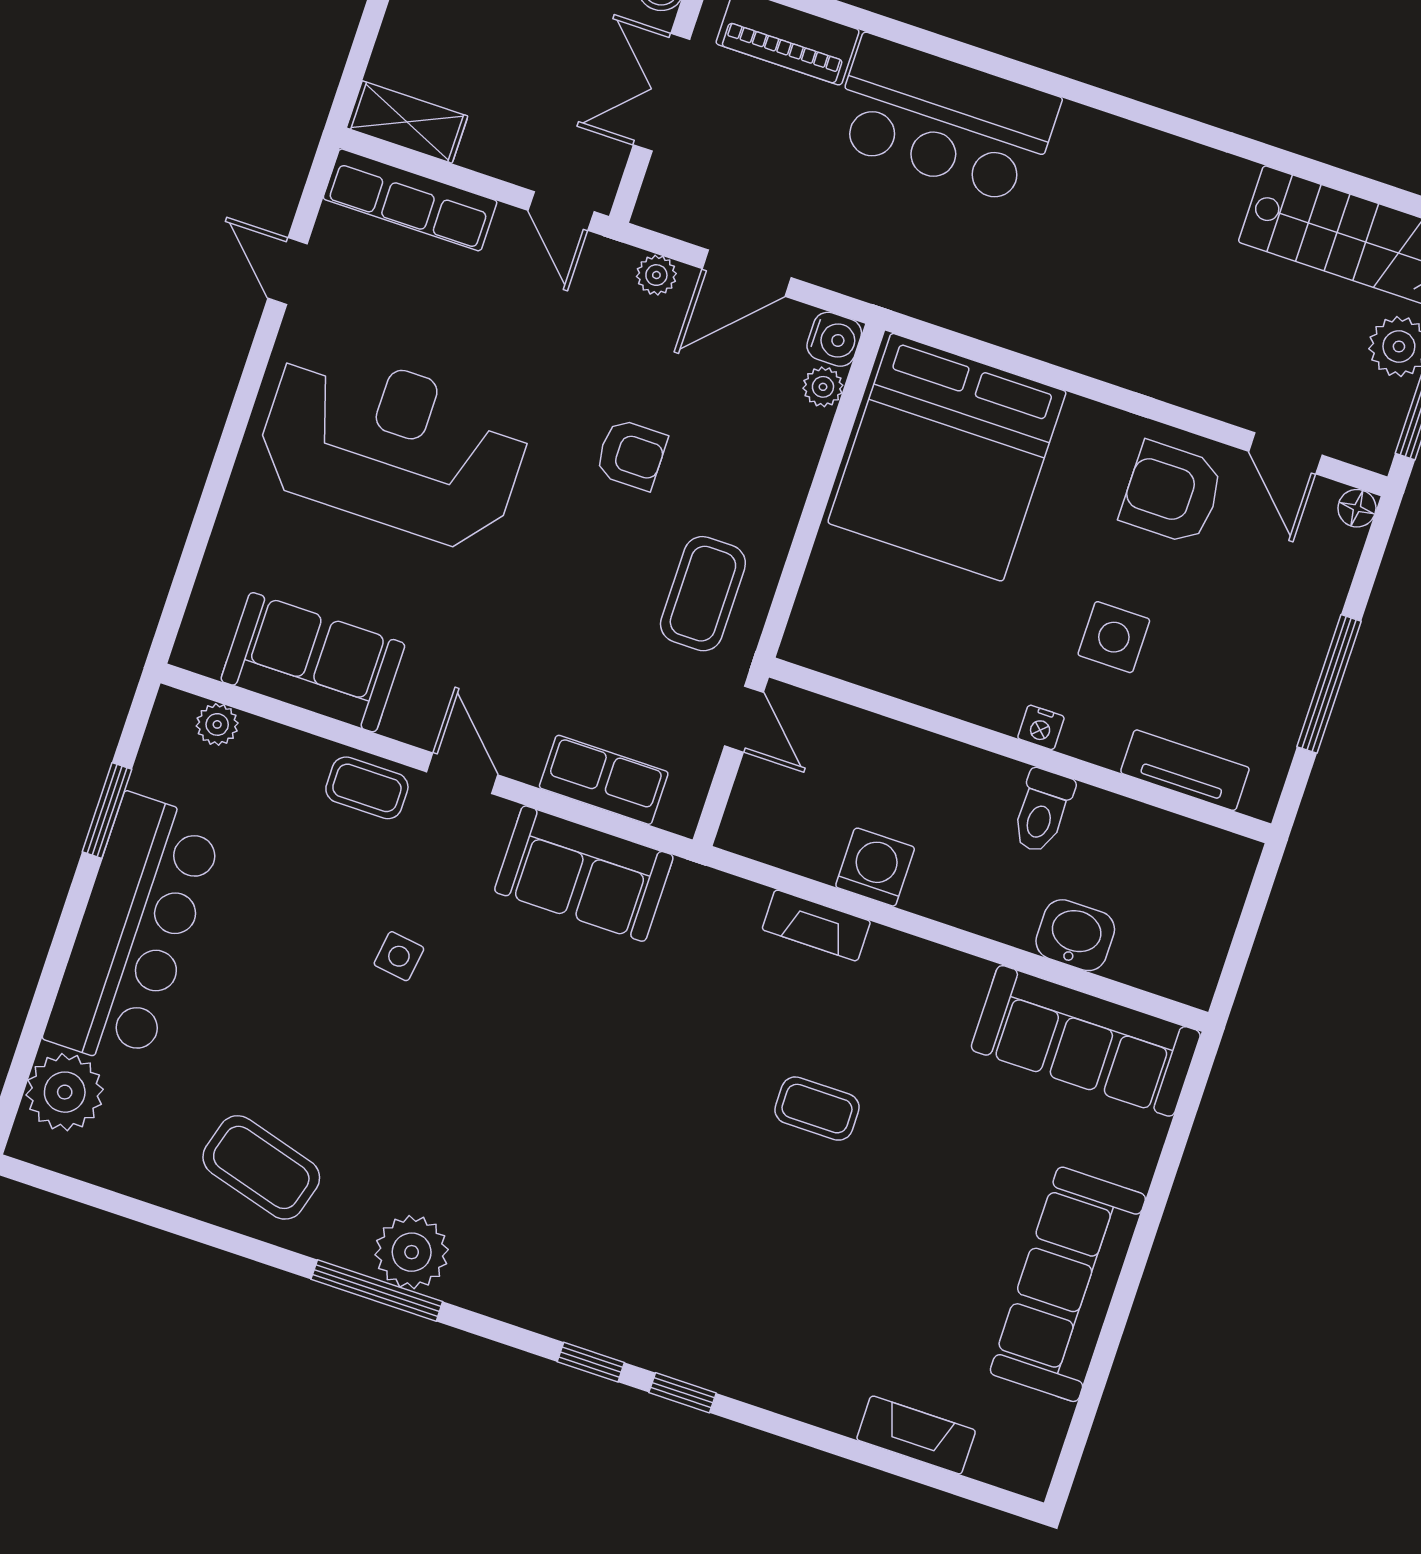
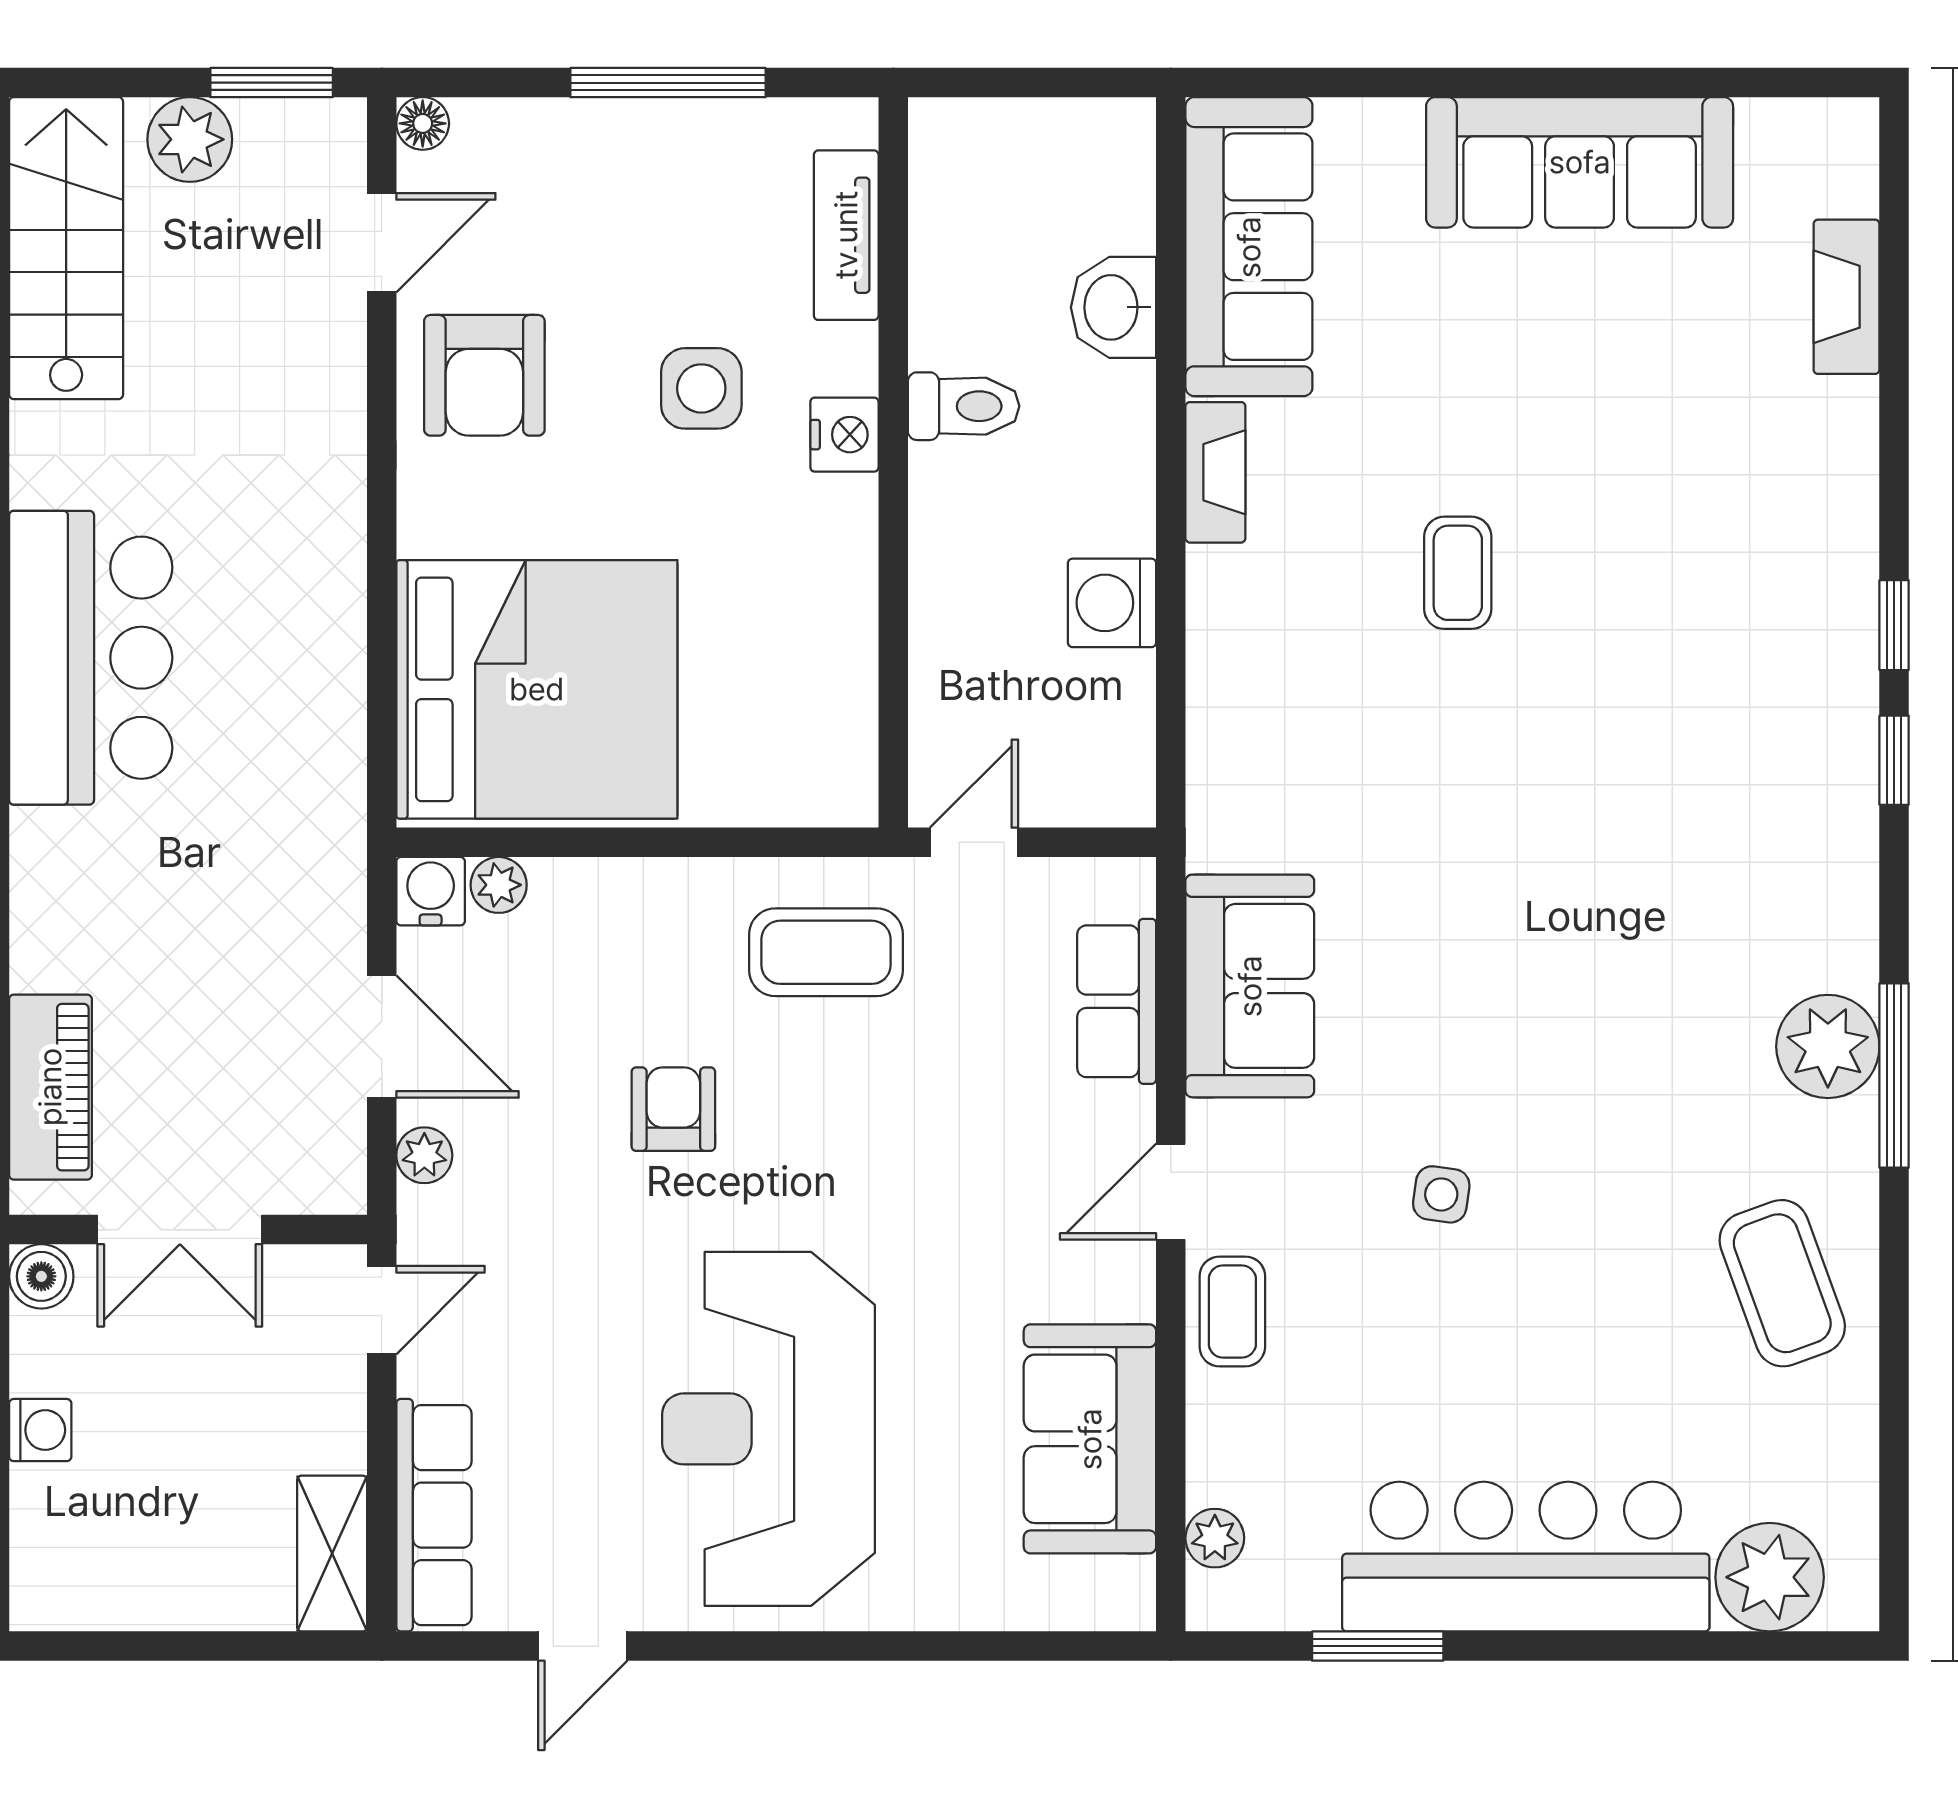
bar counter: (945, 120) -> (91, 658), moved
nightstand: (1041, 727) -> (844, 435), width x1.39, depth x1.35
fireplace: (816, 925) -> (1215, 472), moved
coffee table: (261, 1167) -> (1782, 1283), turned -36

